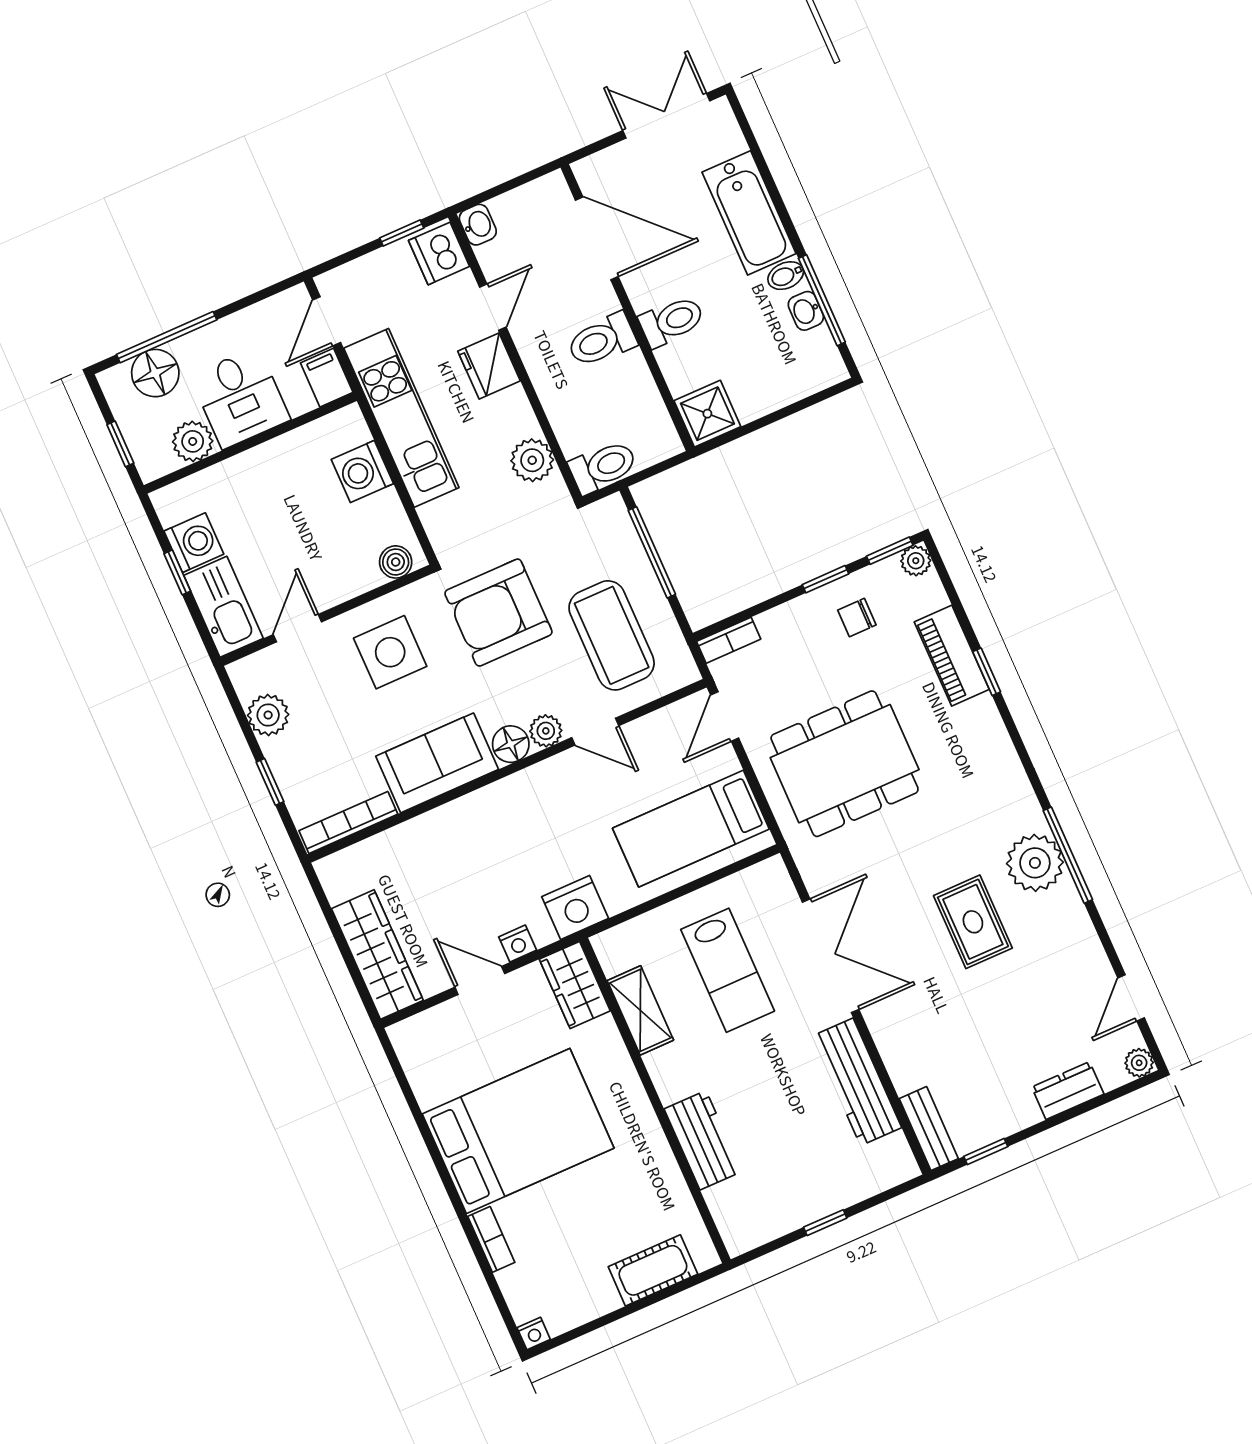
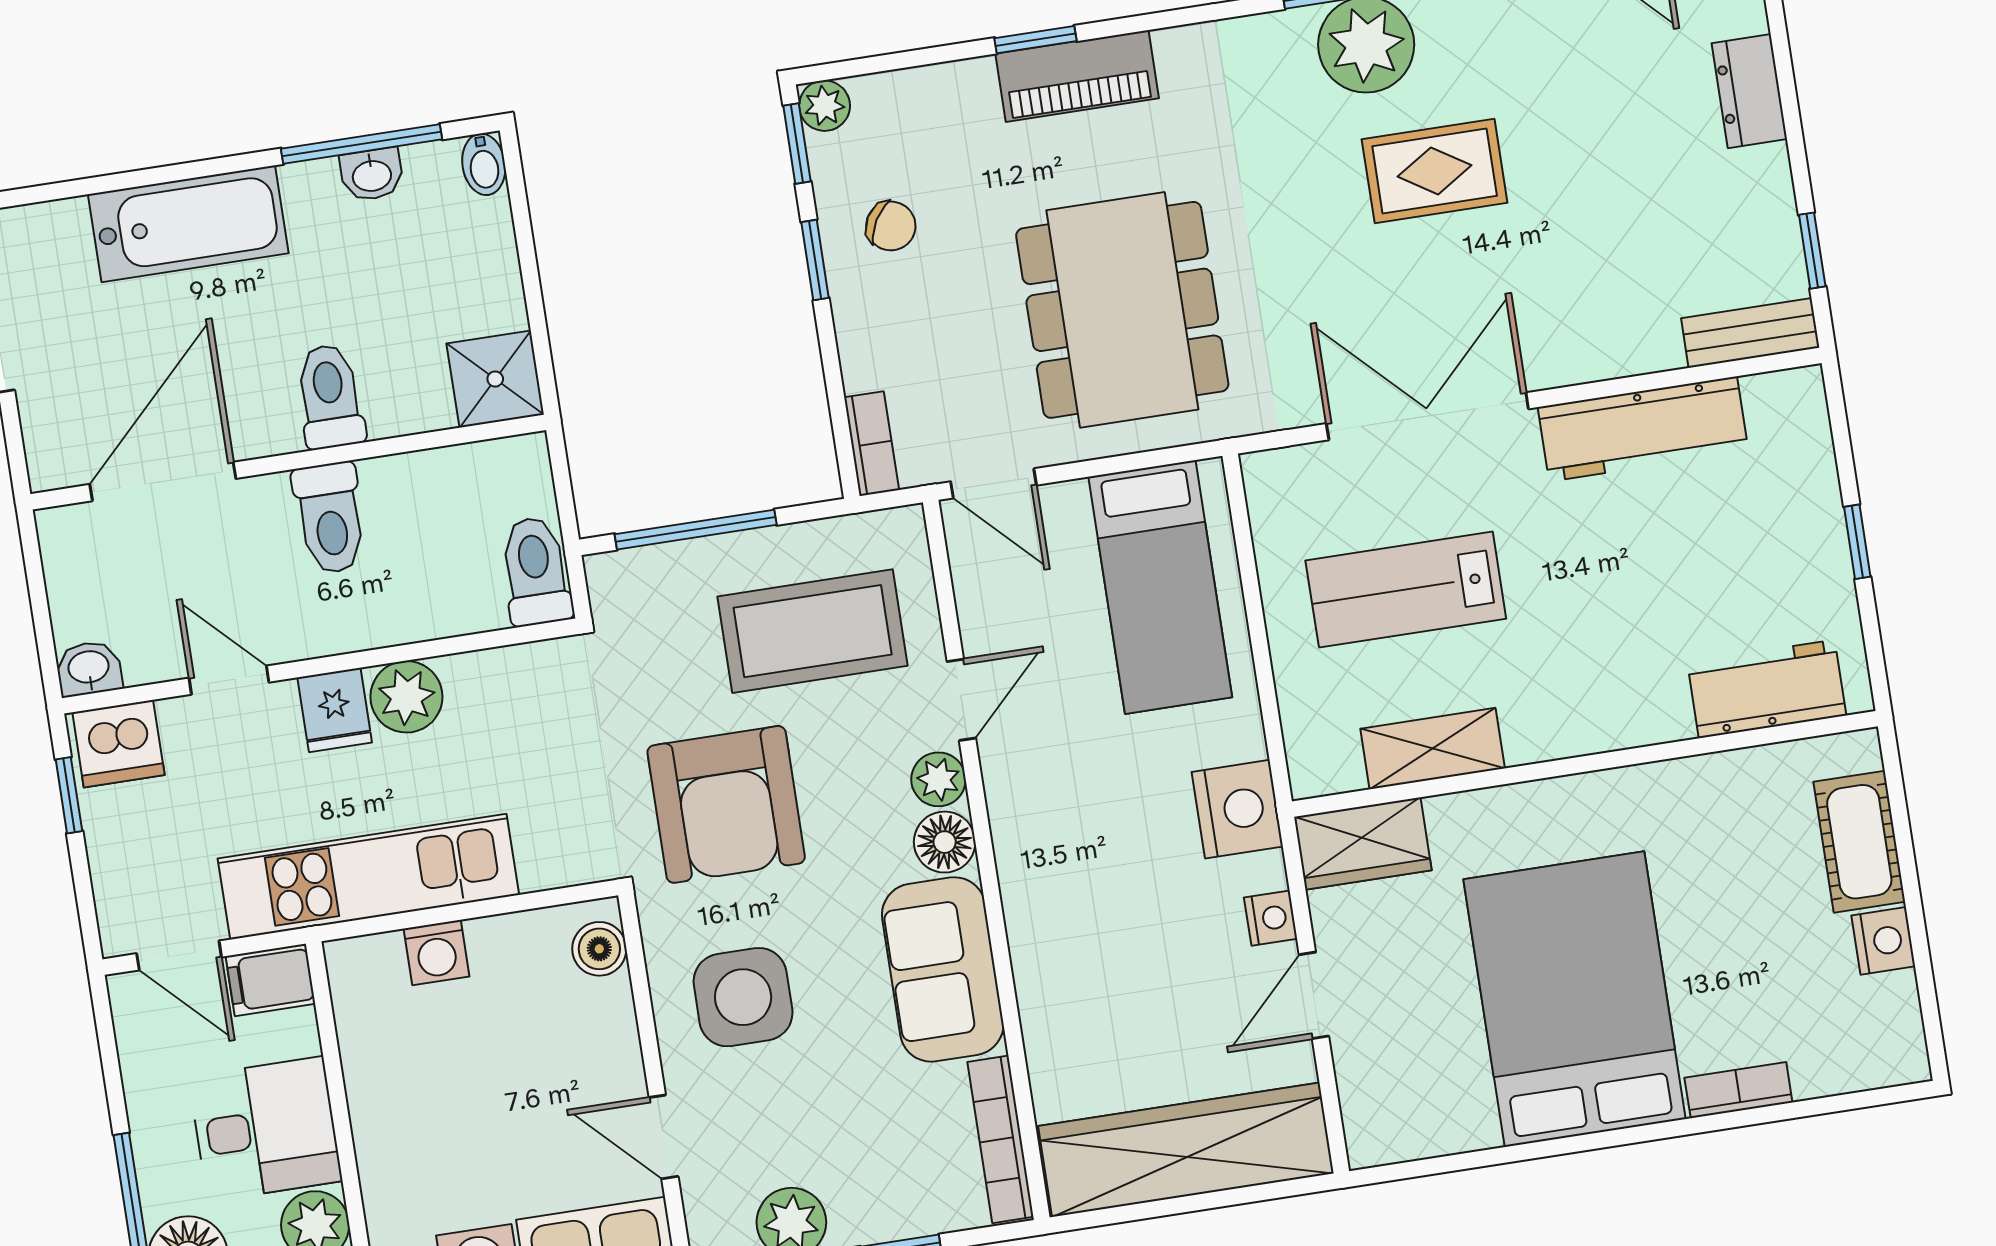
bidet: (786, 276) -> (484, 164), moved
fridge: (489, 366) -> (335, 710), width x0.72
plant: (532, 460) -> (406, 697), moved
washing machine: (362, 471) -> (436, 953), width x0.73, depth x0.73
chair: (857, 618) -> (891, 226), turned -60
piano: (952, 656) -> (1077, 76), moved
wardrobe: (377, 955) -> (1186, 1150), width x1.40, depth x1.17
lab bench: (728, 970) -> (1406, 590), turned 180
workbench: (703, 1140) -> (1767, 689), moved
nightstand: (534, 1333) -> (1883, 941), moved, width x1.39, depth x1.35

